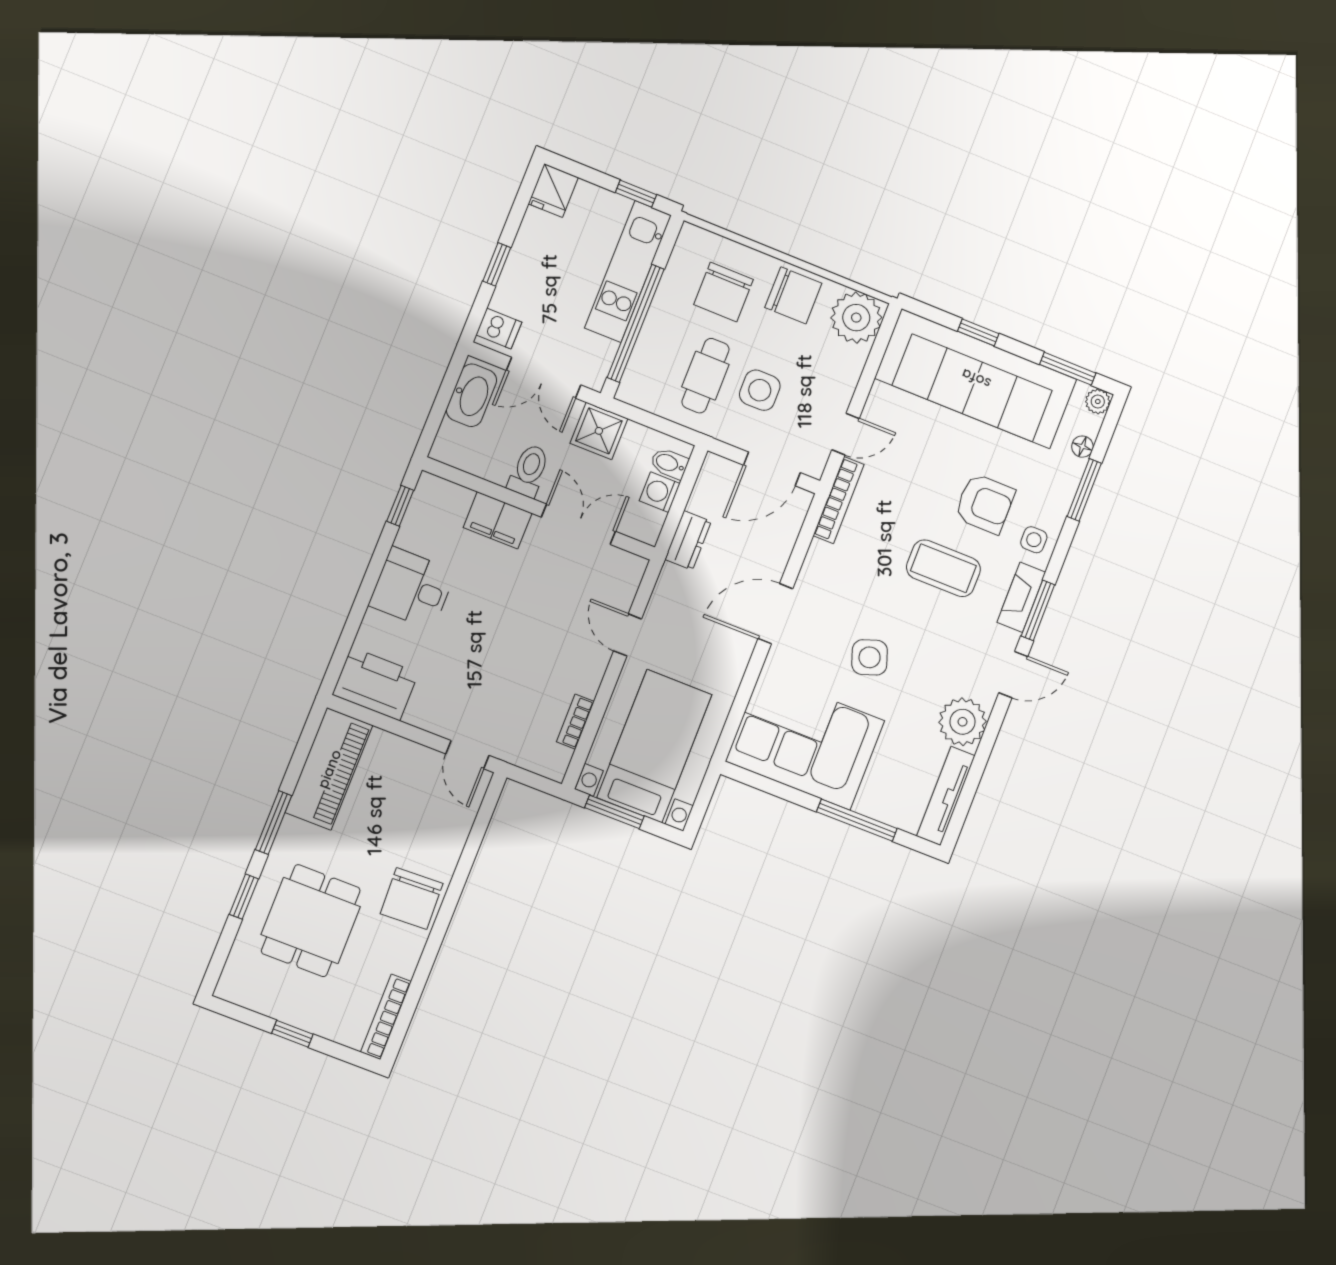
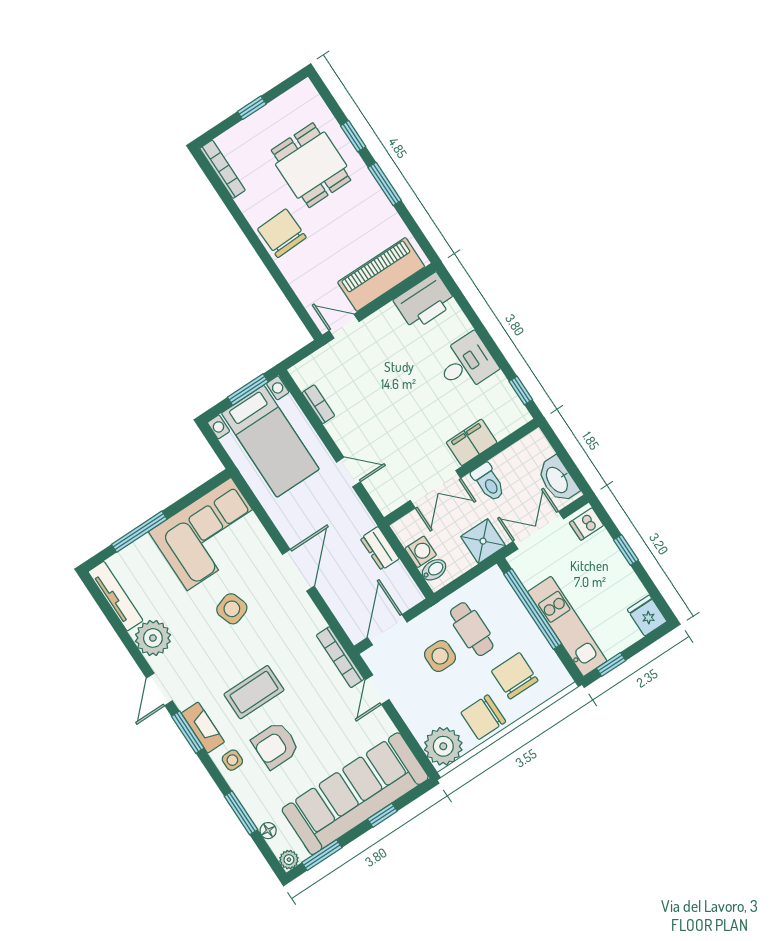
piano: (329, 769) -> (381, 274), moved, turned 90

